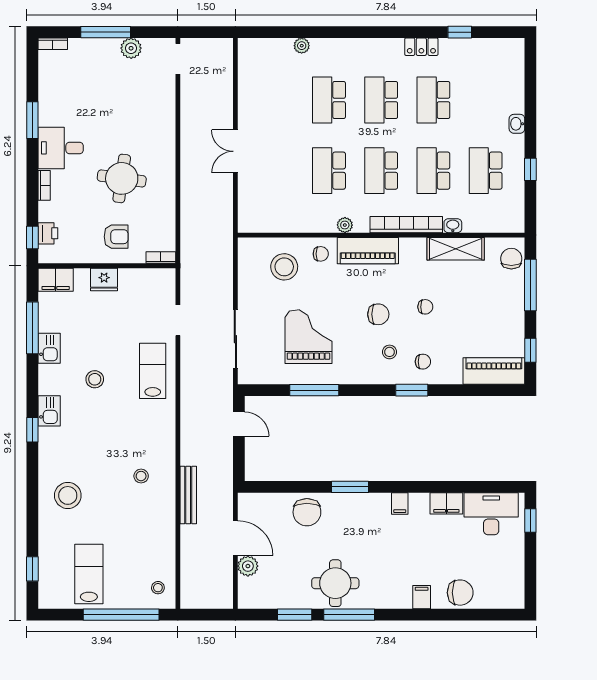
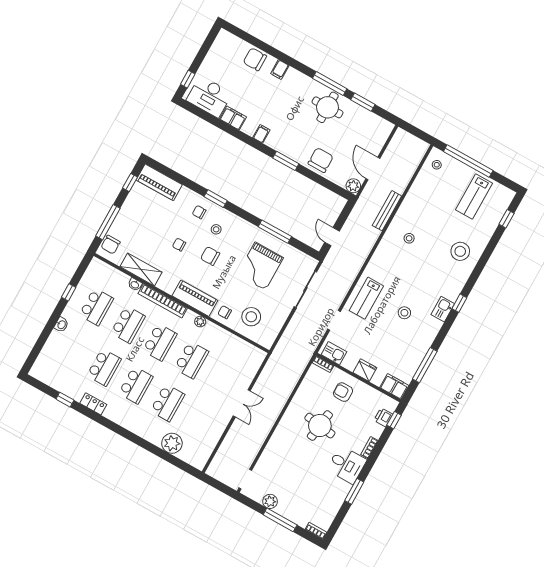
plant: (302, 46) -> (172, 443), width x1.88, depth x1.88
kitchen sink: (49, 348) -> (334, 353), moved, turned 90
plant: (248, 566) -> (353, 186), moved

